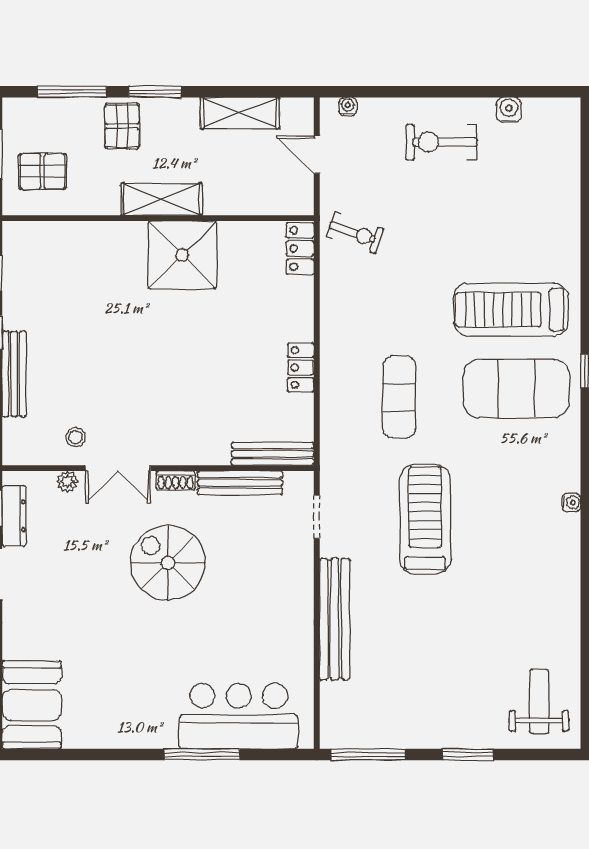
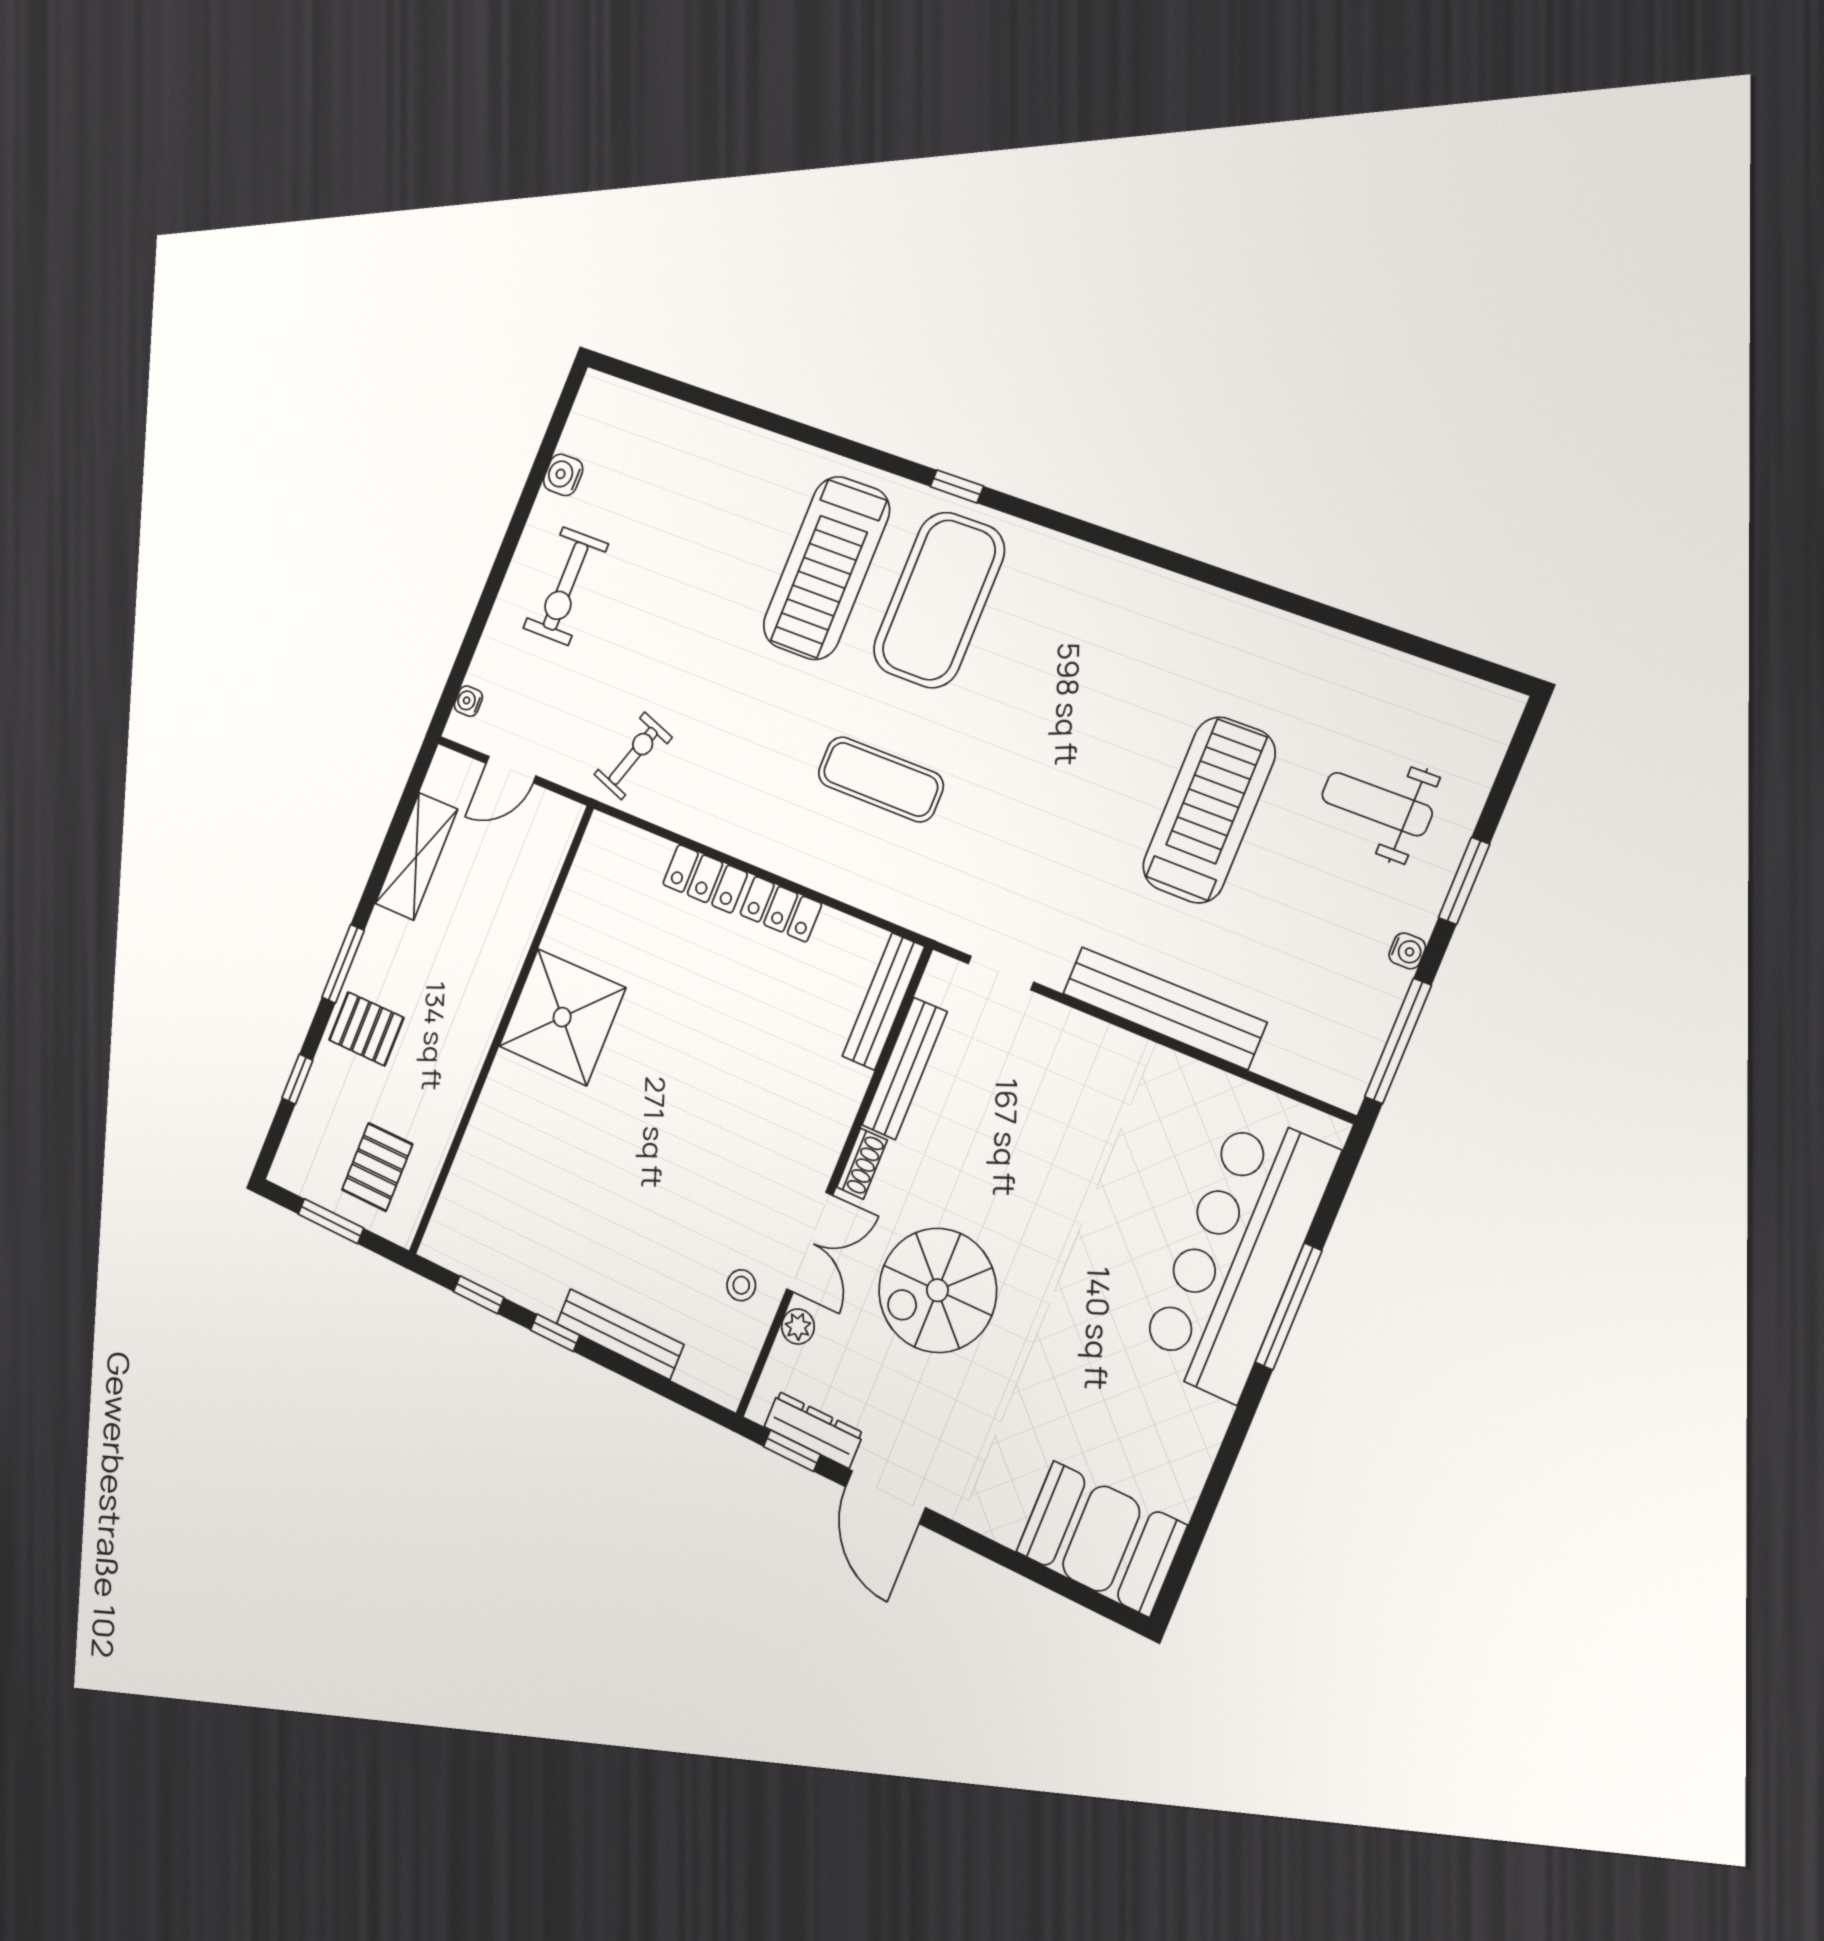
window: (72, 92) -> (297, 1079), width x0.46
shelving: (161, 199) -> (479, 1015), removed
locker: (300, 248) -> (705, 879), moved
water cooler: (571, 502) -> (1407, 951), moved, turned 90
treadmill: (425, 519) -> (1209, 810), moved, turned 90
spiral stairs: (168, 563) -> (937, 1290), moved
weight bench: (539, 701) -> (1377, 804), moved
bar counter: (239, 716) -> (1238, 1256), width x1.36

